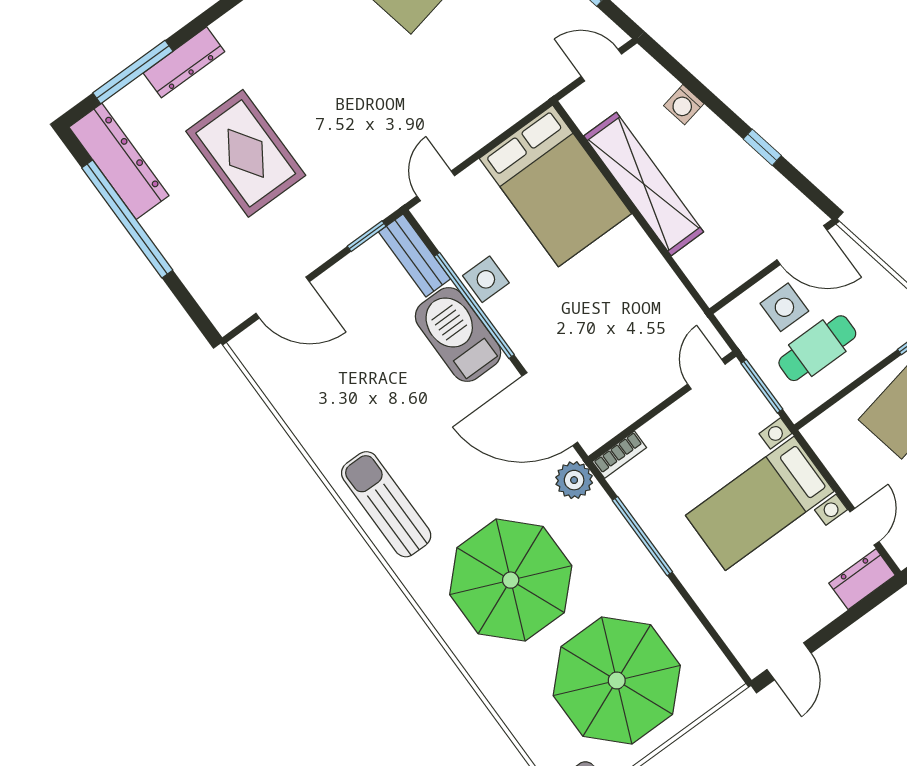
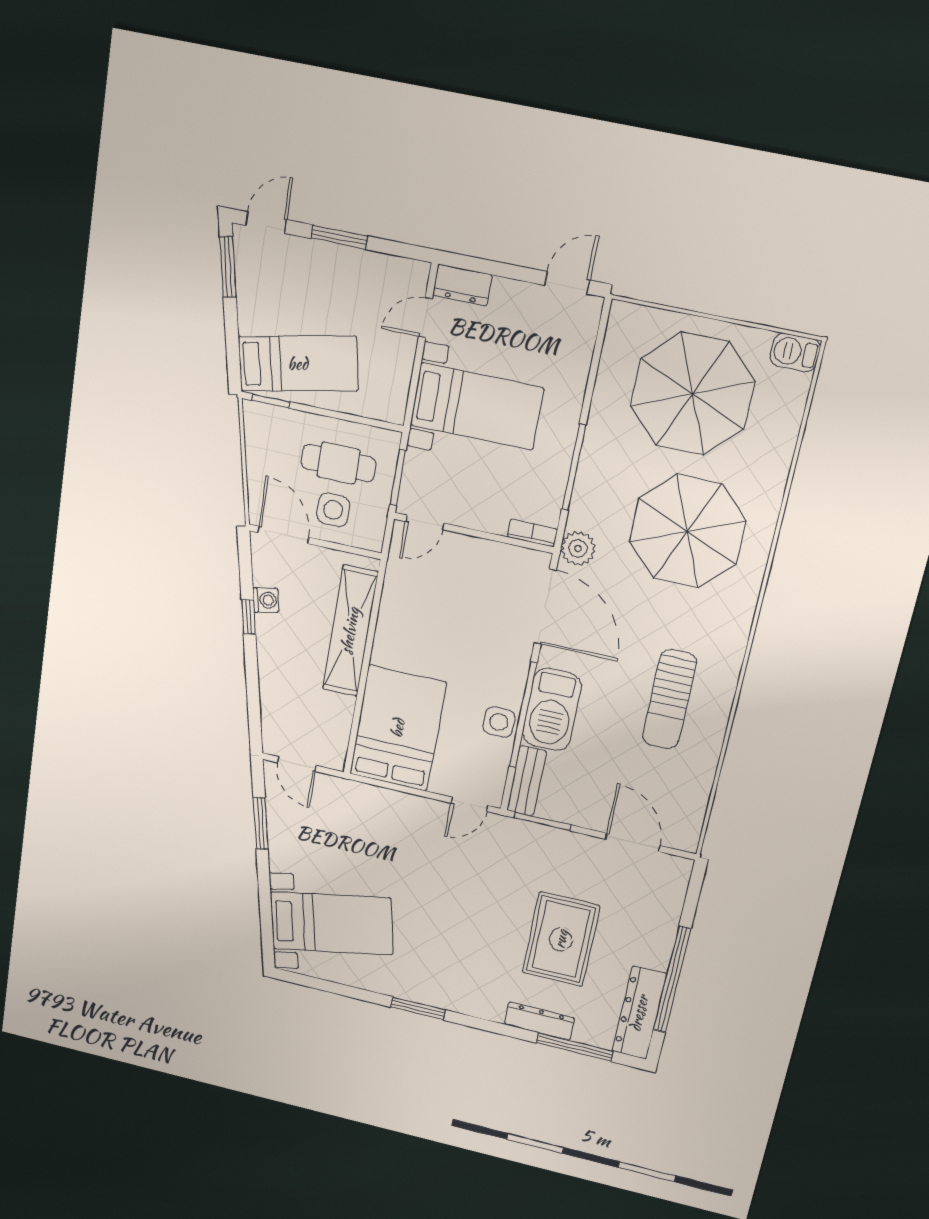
washing machine: (684, 105) -> (266, 600), moved
shelving: (644, 184) -> (350, 631), moved
window: (367, 236) -> (543, 821), width x1.50
sun lounger: (386, 504) -> (669, 699), moved

